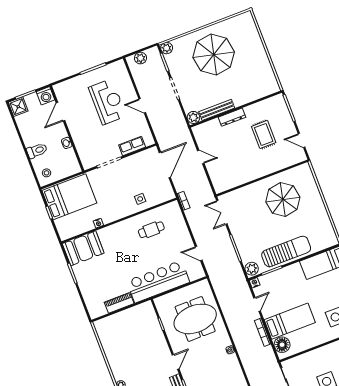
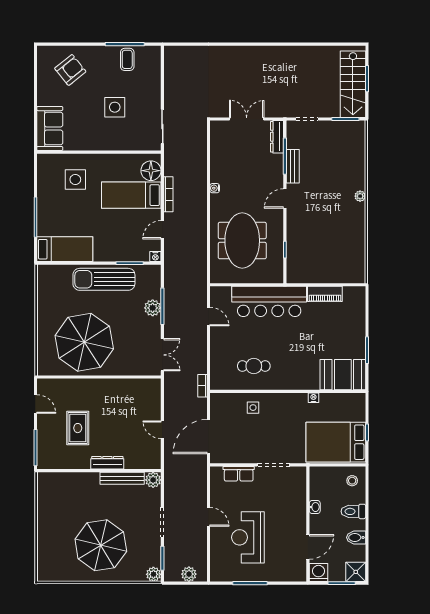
bidet: (28, 132) -> (356, 537), added
parasol: (283, 199) -> (84, 342), width x1.36, depth x1.36
plant: (252, 269) -> (153, 308), moved
meeting table: (195, 319) -> (242, 241), turned 90

